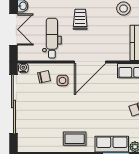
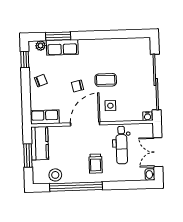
chair: (44, 77) -> (77, 86), moved
coffee table: (75, 139) -> (106, 80), moved

